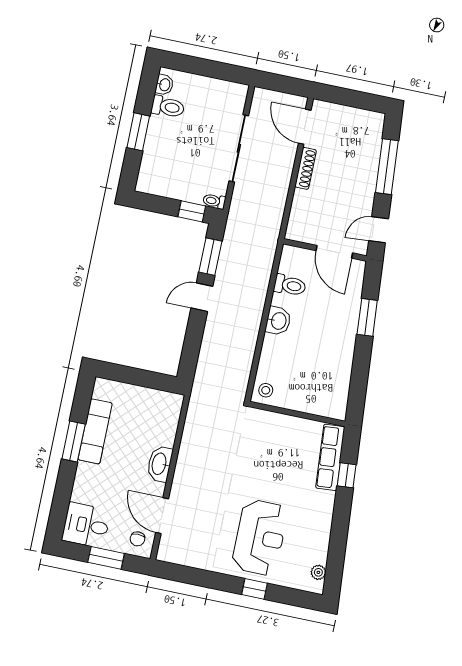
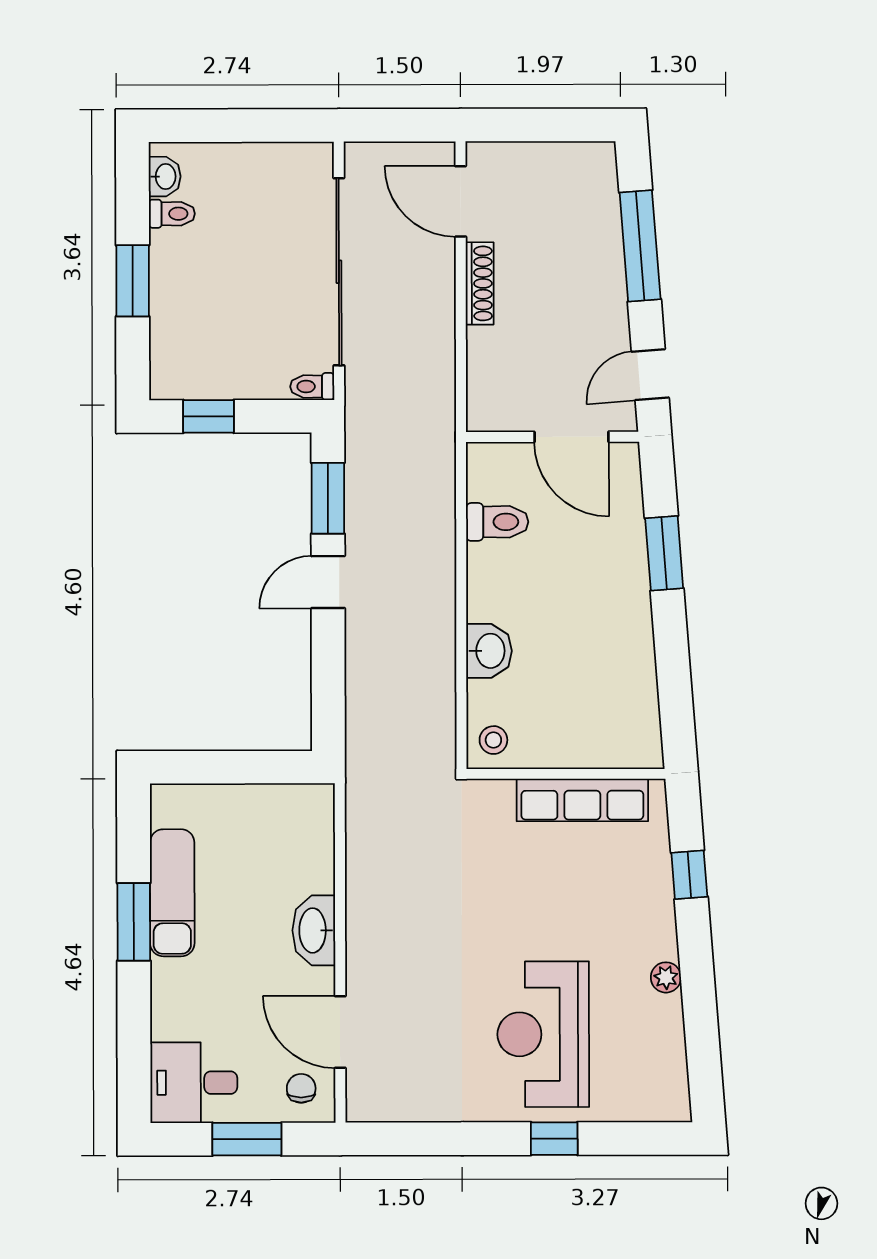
toilet: (168, 107) -> (172, 214), width x0.73, depth x0.72
sliding door: (239, 148) -> (339, 272), width x1.36
window: (192, 211) -> (208, 416), moved
washbasin: (278, 321) -> (489, 651), moved
row of seats: (330, 457) -> (582, 800), moved, turned -86
reception desk: (260, 537) -> (543, 1034), turned 180
chair: (137, 539) -> (301, 1088), turned 180
plant: (318, 572) -> (666, 977), moved

